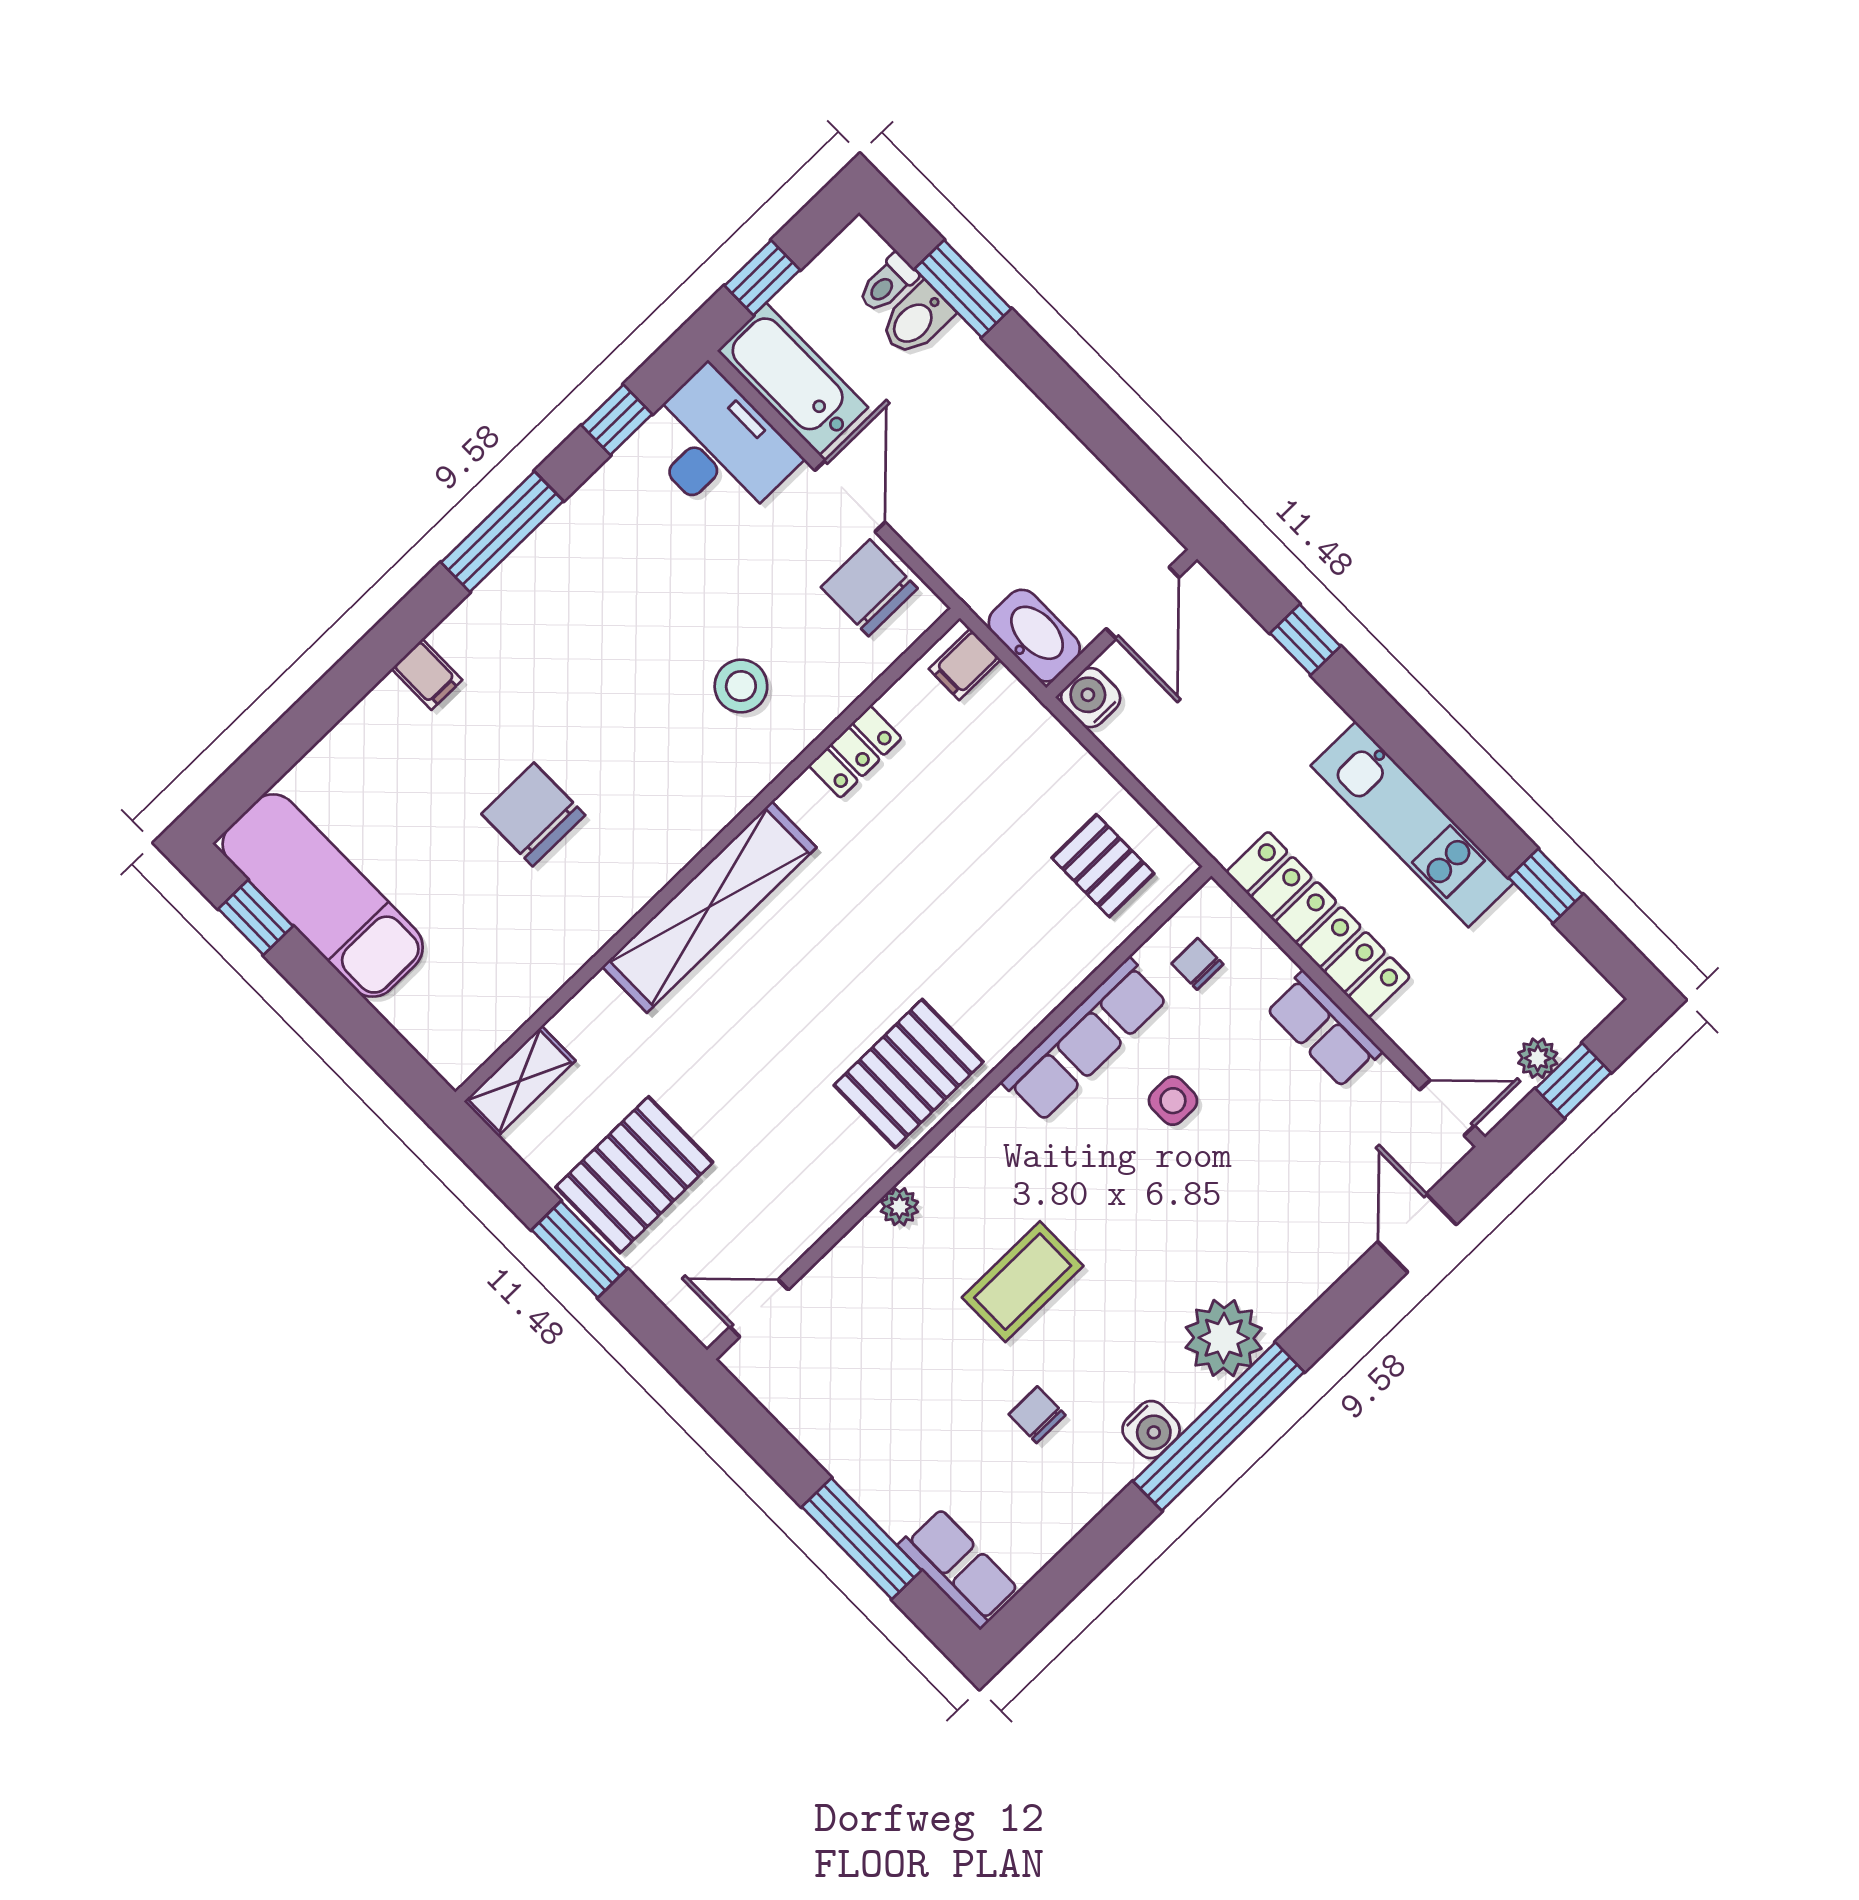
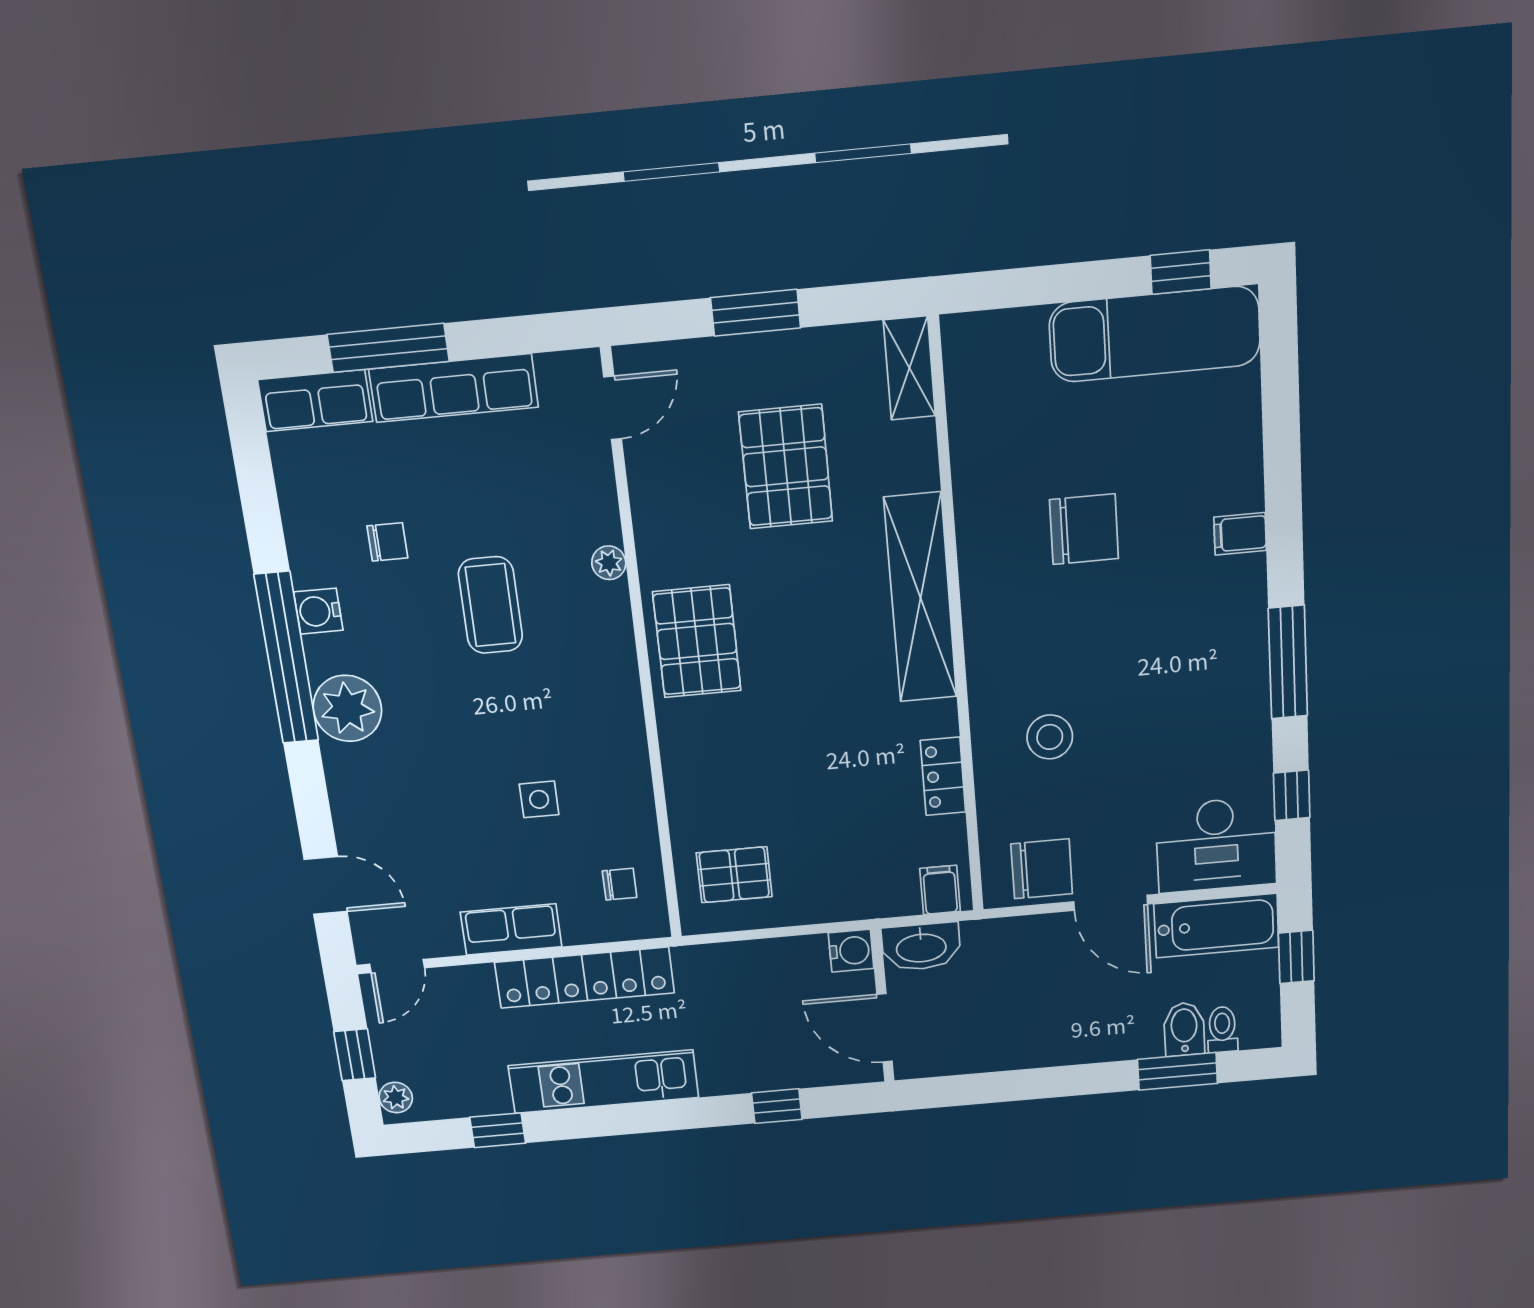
row of seats: (1085, 1040) -> (454, 388), moved, turned -90
plant: (1538, 1058) -> (396, 1097), moved
pallet: (634, 1175) -> (786, 467), moved

